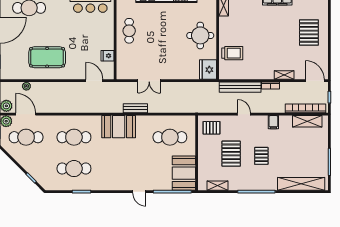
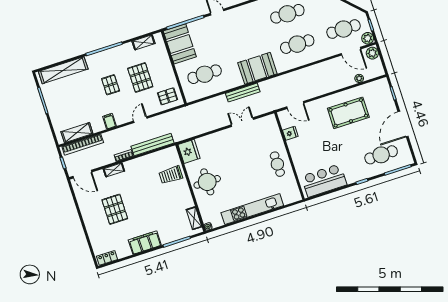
pallet: (309, 32) -> (115, 209), moved
bench: (135, 108) -> (243, 93), width x1.36
door: (244, 114) -> (140, 120), swing flipped

